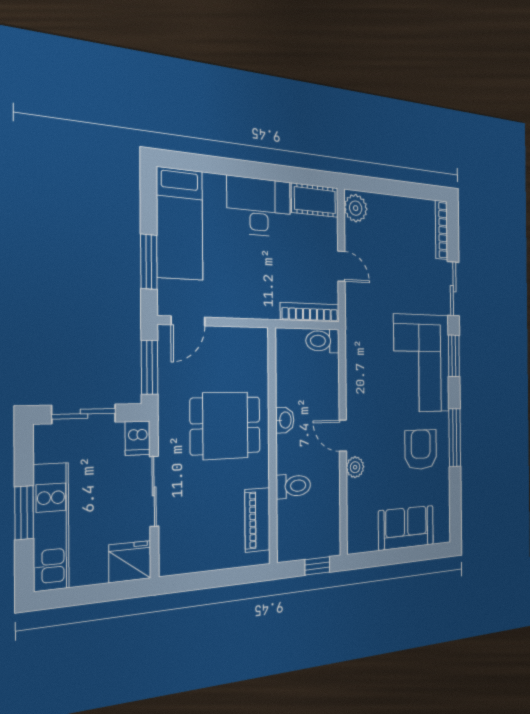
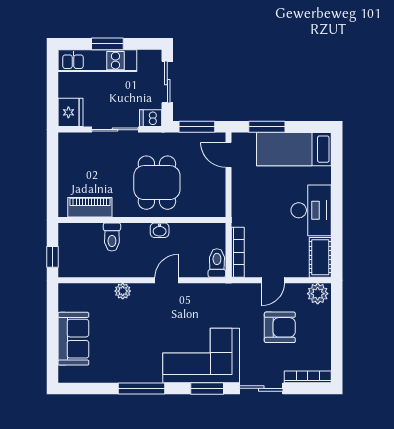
door: (343, 436) -> (167, 280), moved
armchair: (421, 450) -> (280, 327), moved

